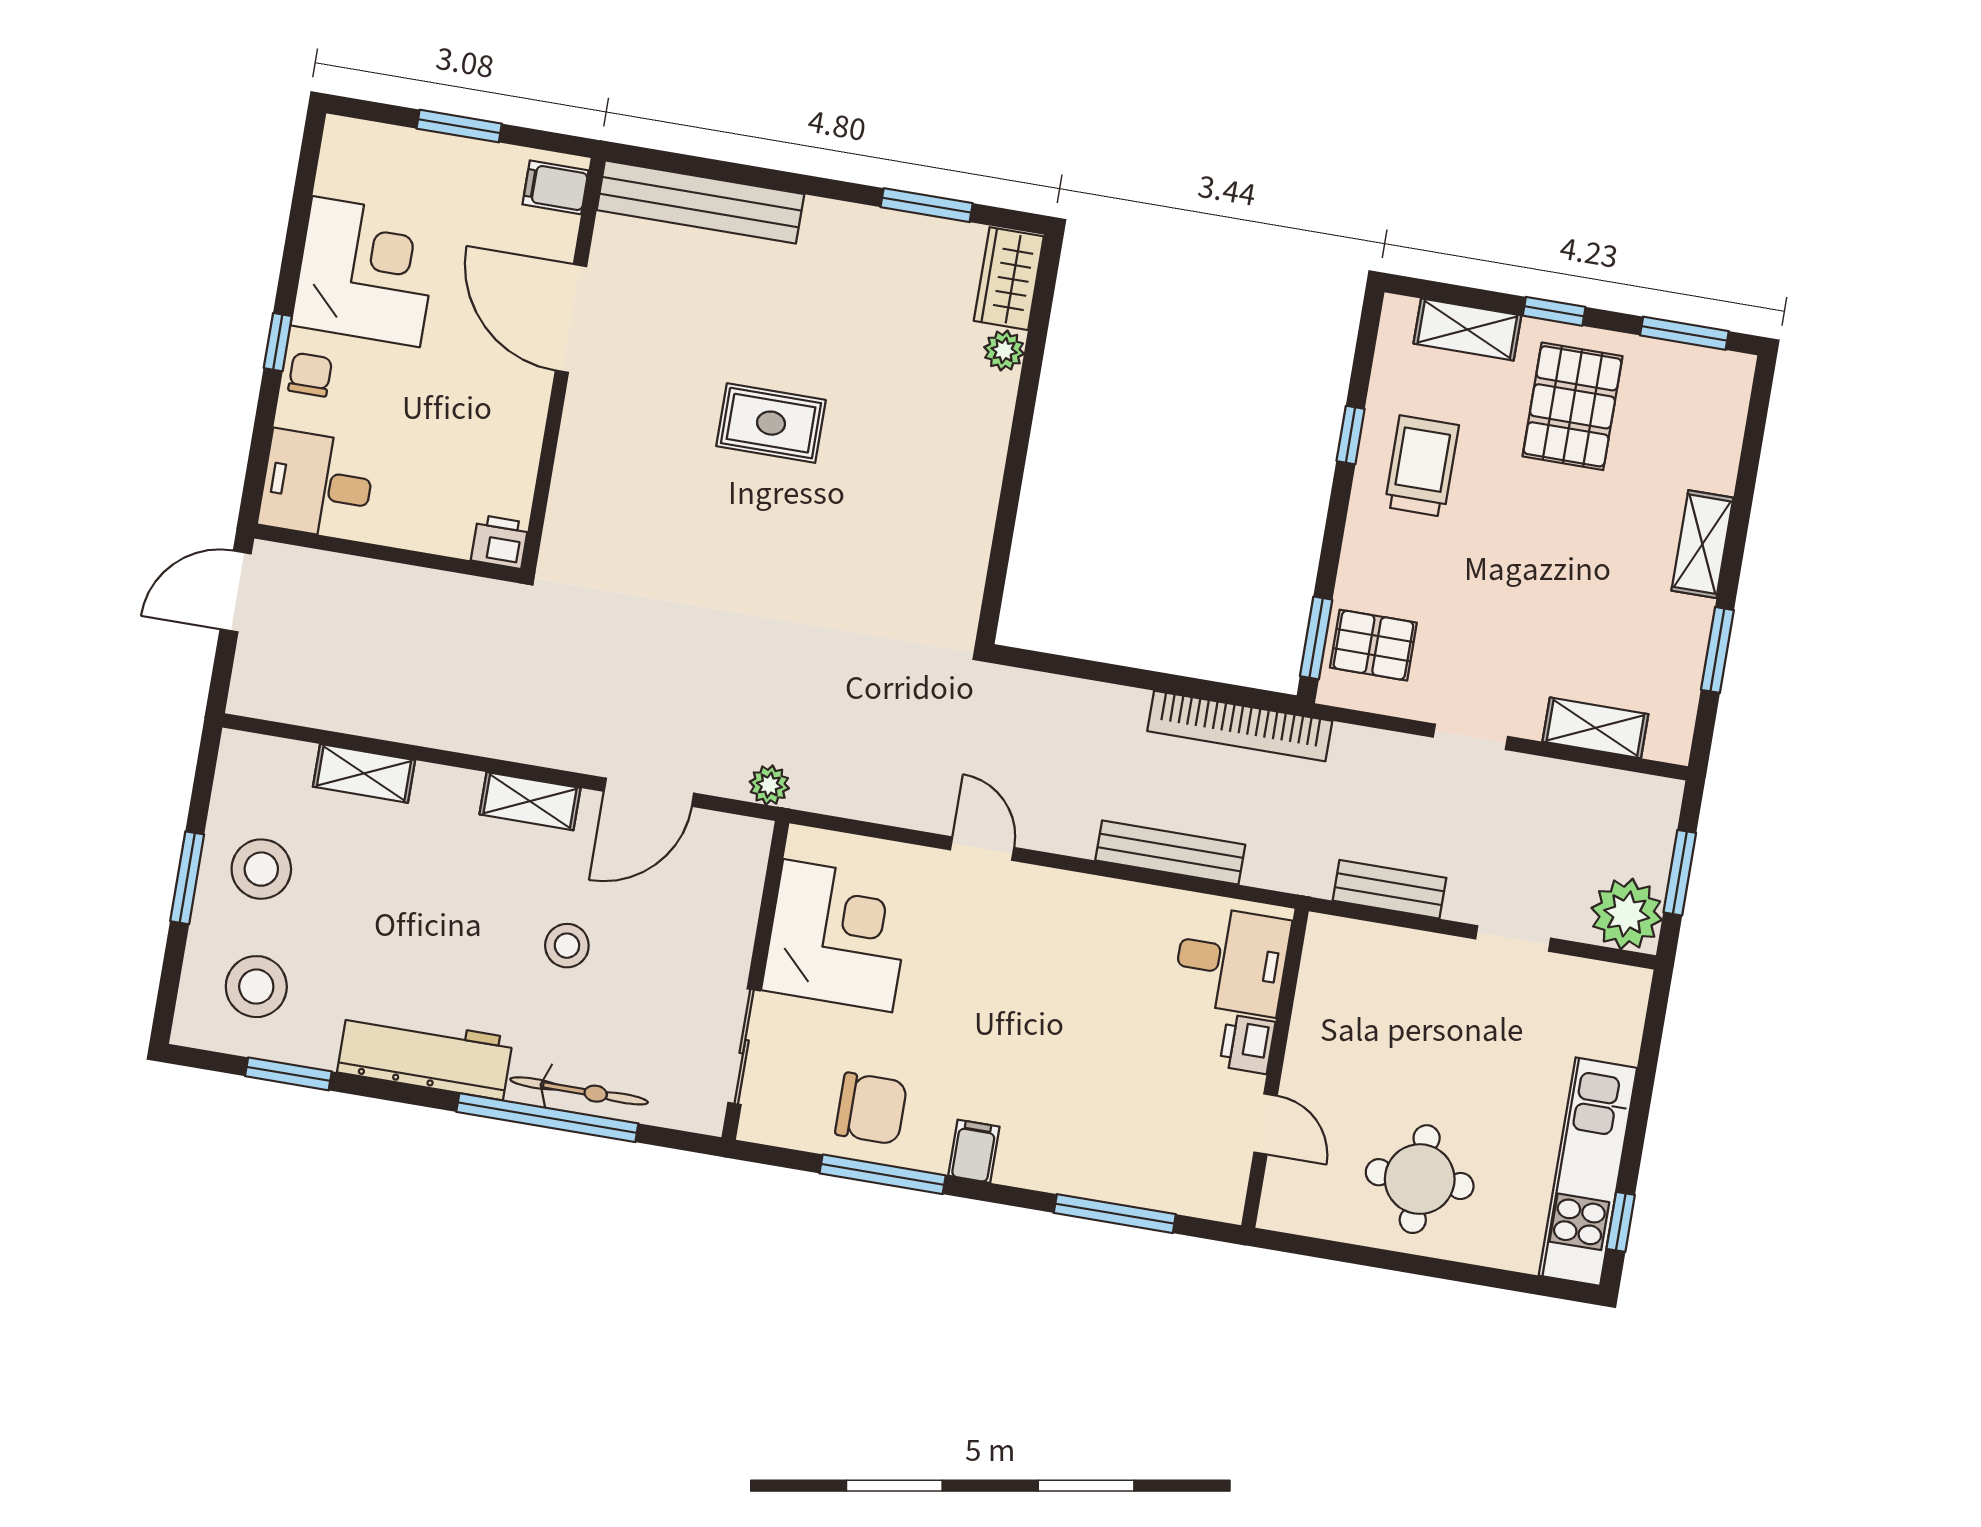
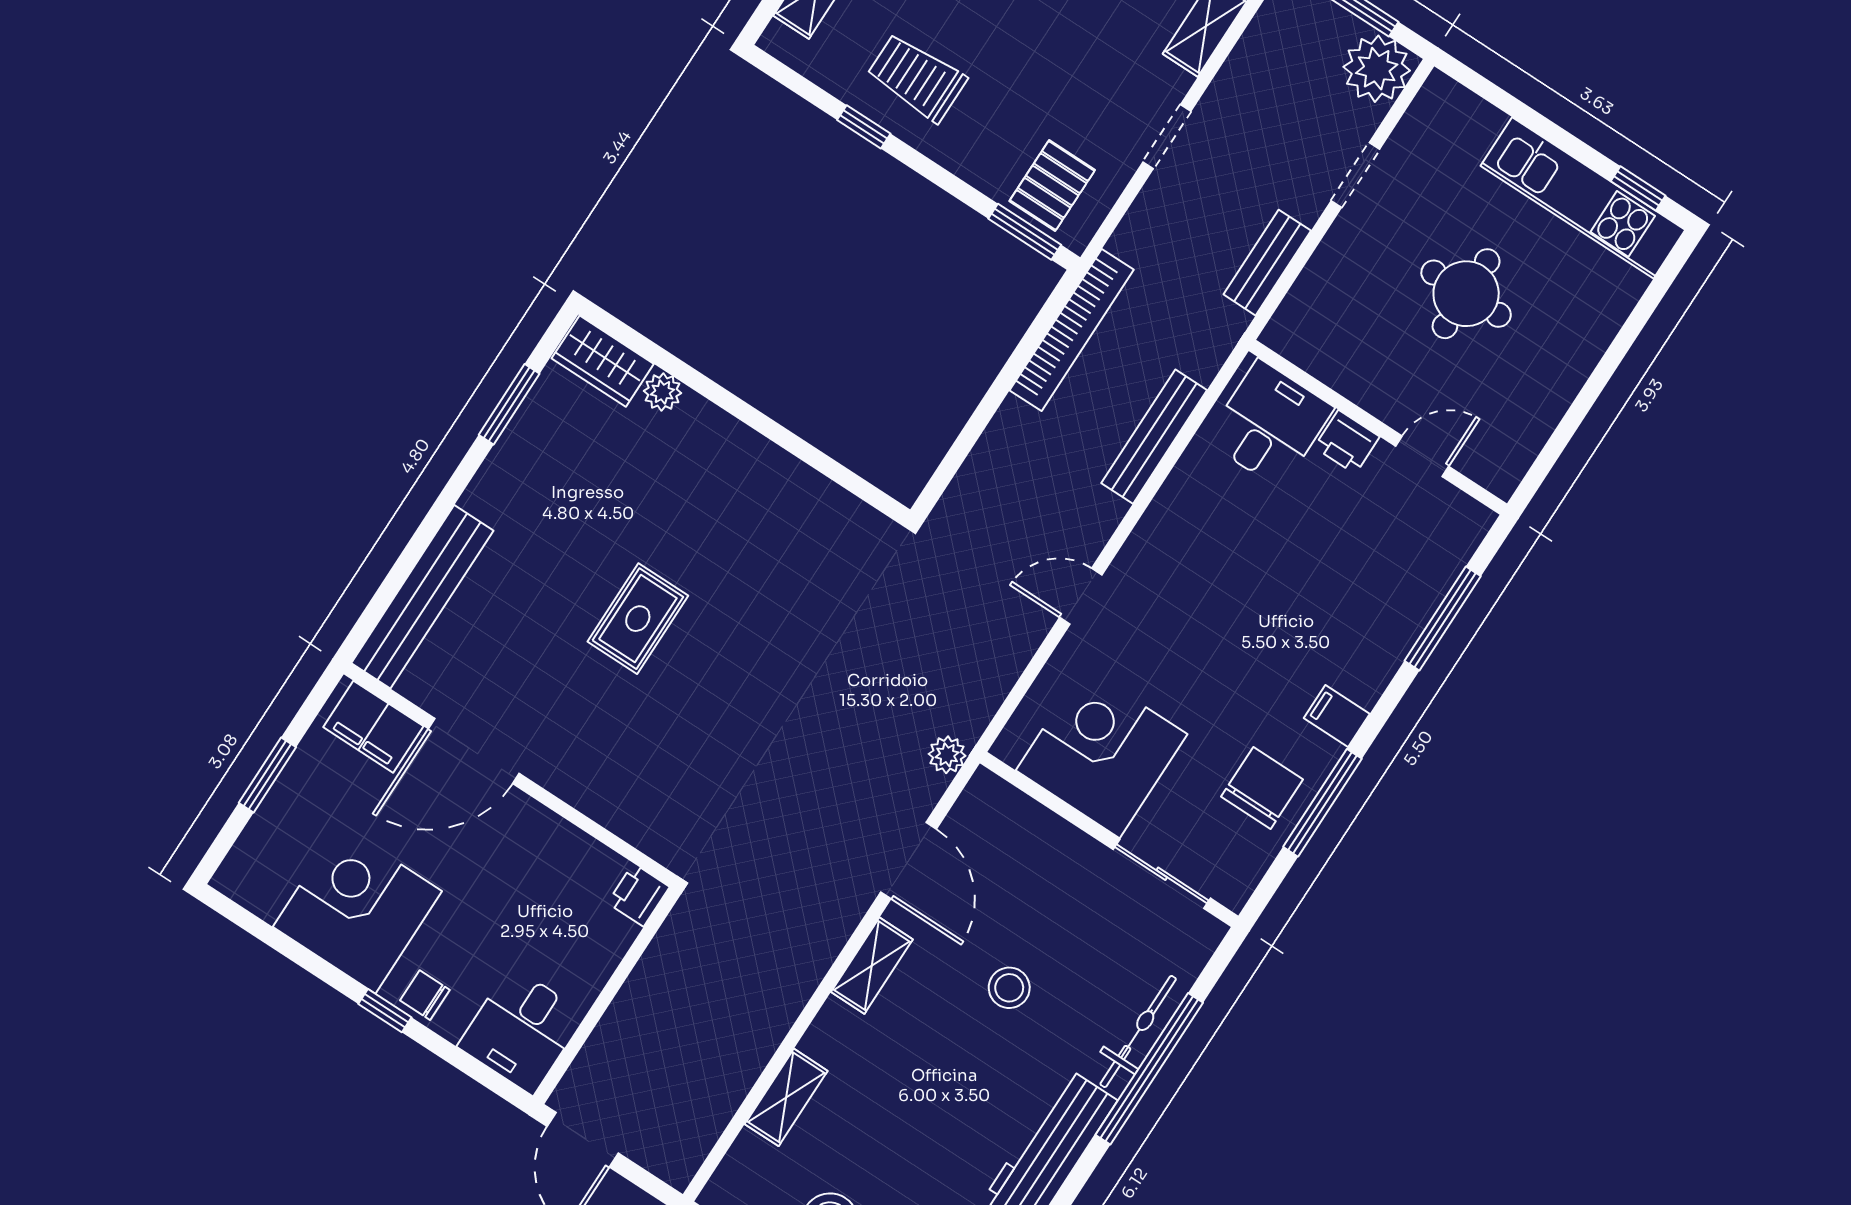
filing cabinet: (556, 187) -> (373, 727), width x2.00
round table: (1420, 1179) -> (1466, 294), moved

